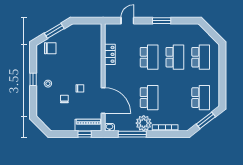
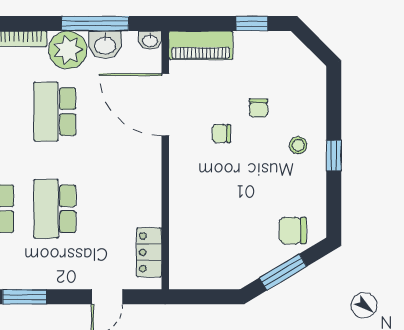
locker: (110, 54) -> (149, 252), moved
washbasin: (128, 125) -> (105, 45), added
window: (85, 134) -> (252, 24), moved

